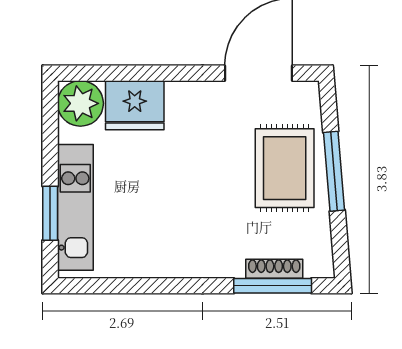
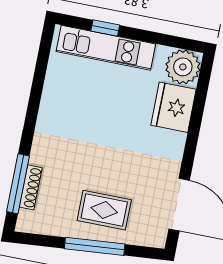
rug: (285, 168) -> (104, 210), width x0.73, depth x0.70
window: (50, 213) -> (105, 28), width x0.67

